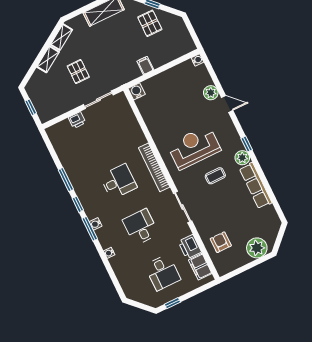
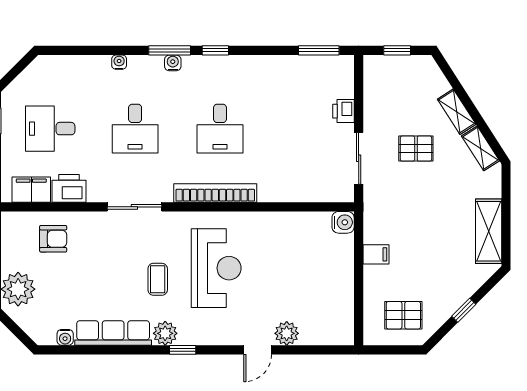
pallet: (150, 23) -> (403, 315), moved
water cooler: (197, 60) -> (65, 337), moved
window: (66, 180) -> (319, 50), moved
desk: (141, 227) -> (135, 129), turned 90

